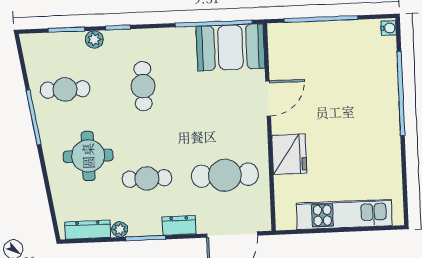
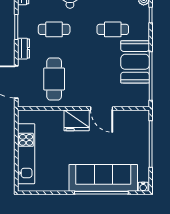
booth: (230, 47) -> (135, 62), moved
sofa: (377, 91) -> (103, 178), added
fridge: (289, 154) -> (77, 120), moved
cafe table: (147, 178) -> (54, 29), turned 90
plant: (120, 229) -> (22, 11), removed

